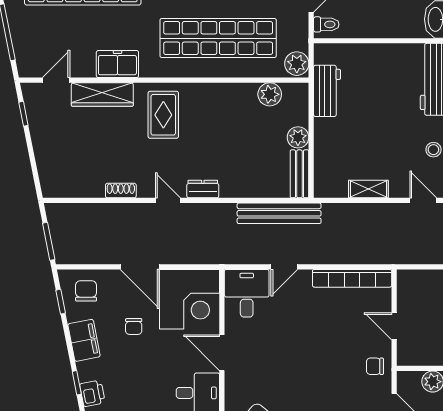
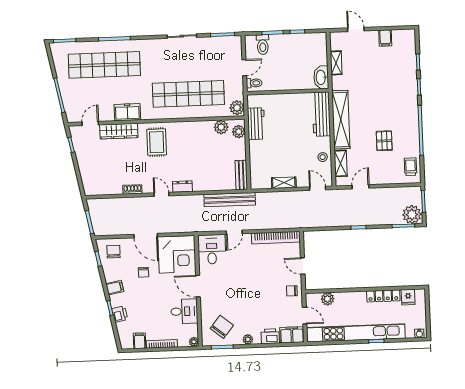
plant: (298, 137) -> (239, 132), moved
filing cabinet: (84, 340) -> (115, 288), width x0.50

